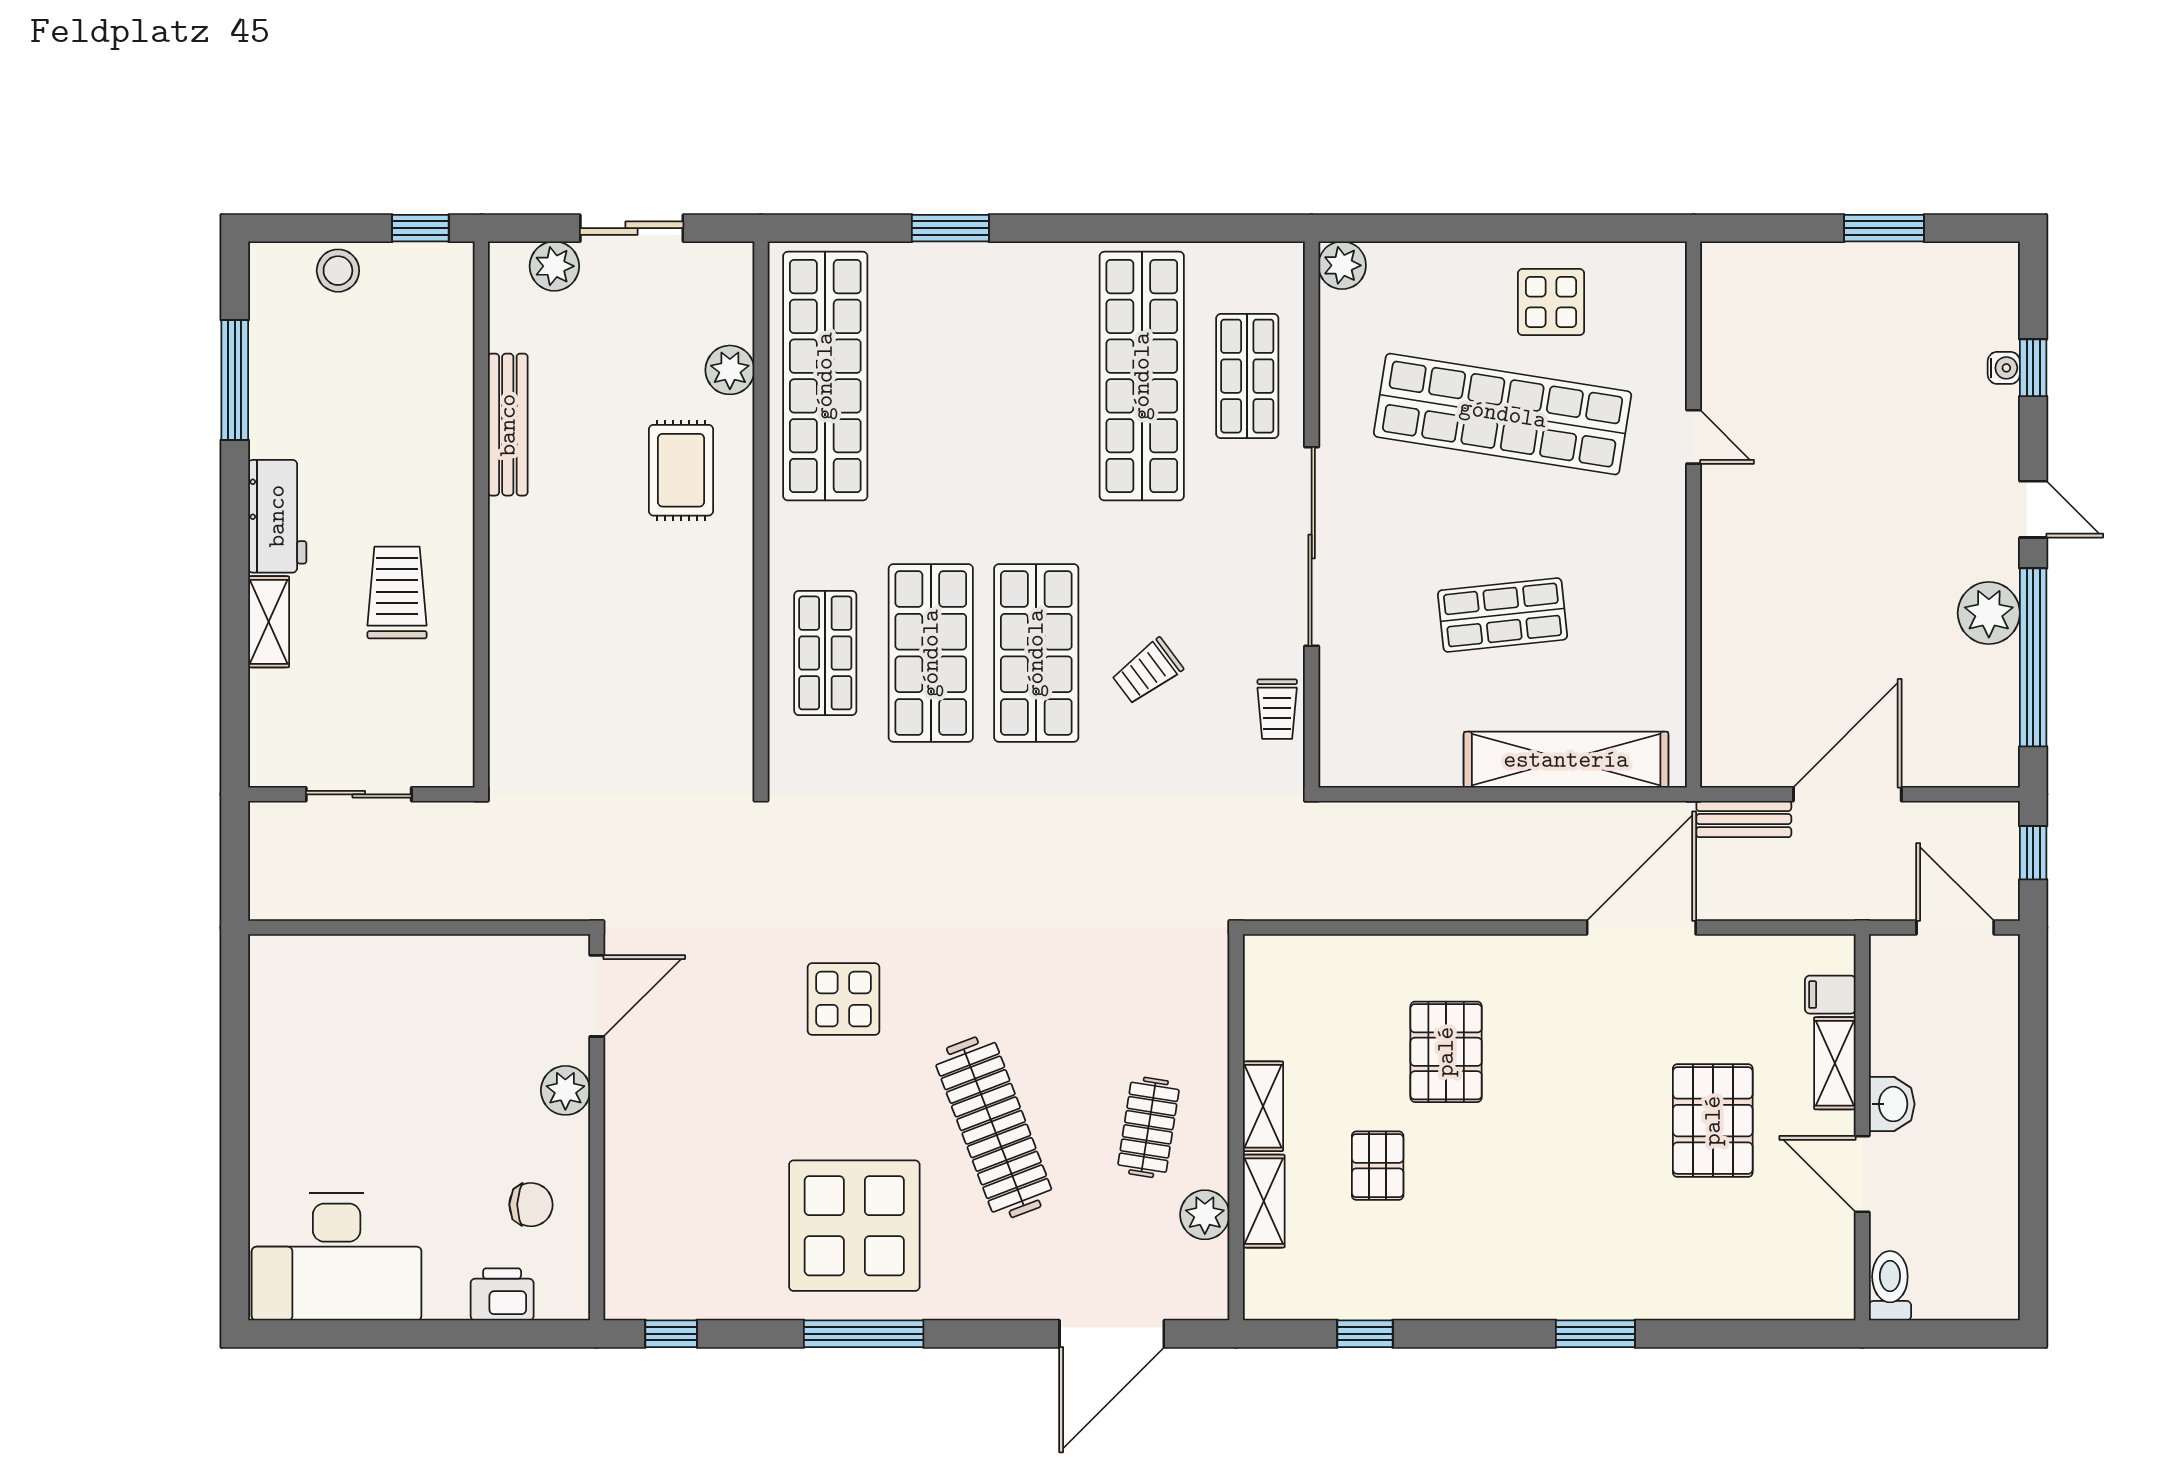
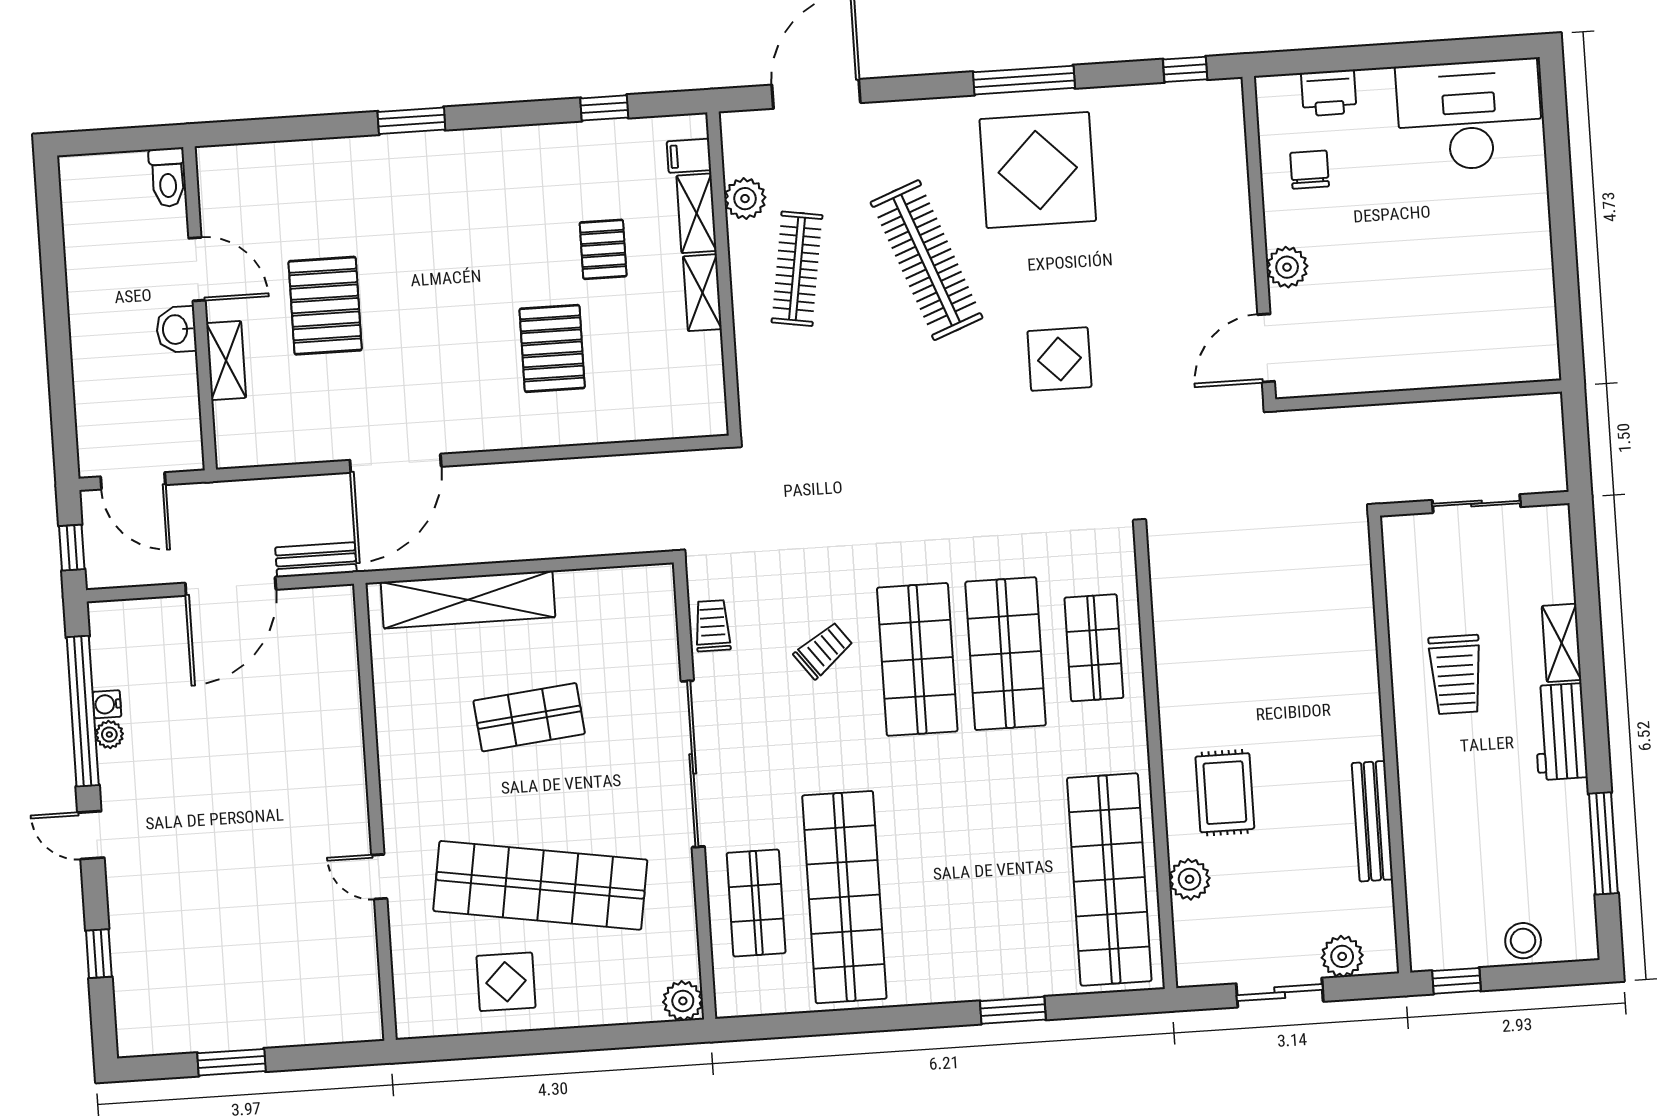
water cooler: (2004, 368) -> (107, 704), moved
plant: (1989, 613) -> (109, 735), width x0.53, depth x0.53
filing cabinet: (1830, 995) -> (689, 156), moved, turned 180
clothes rail: (1148, 1127) -> (797, 269), width x1.36
chair: (531, 1205) -> (1310, 170), turned 89

